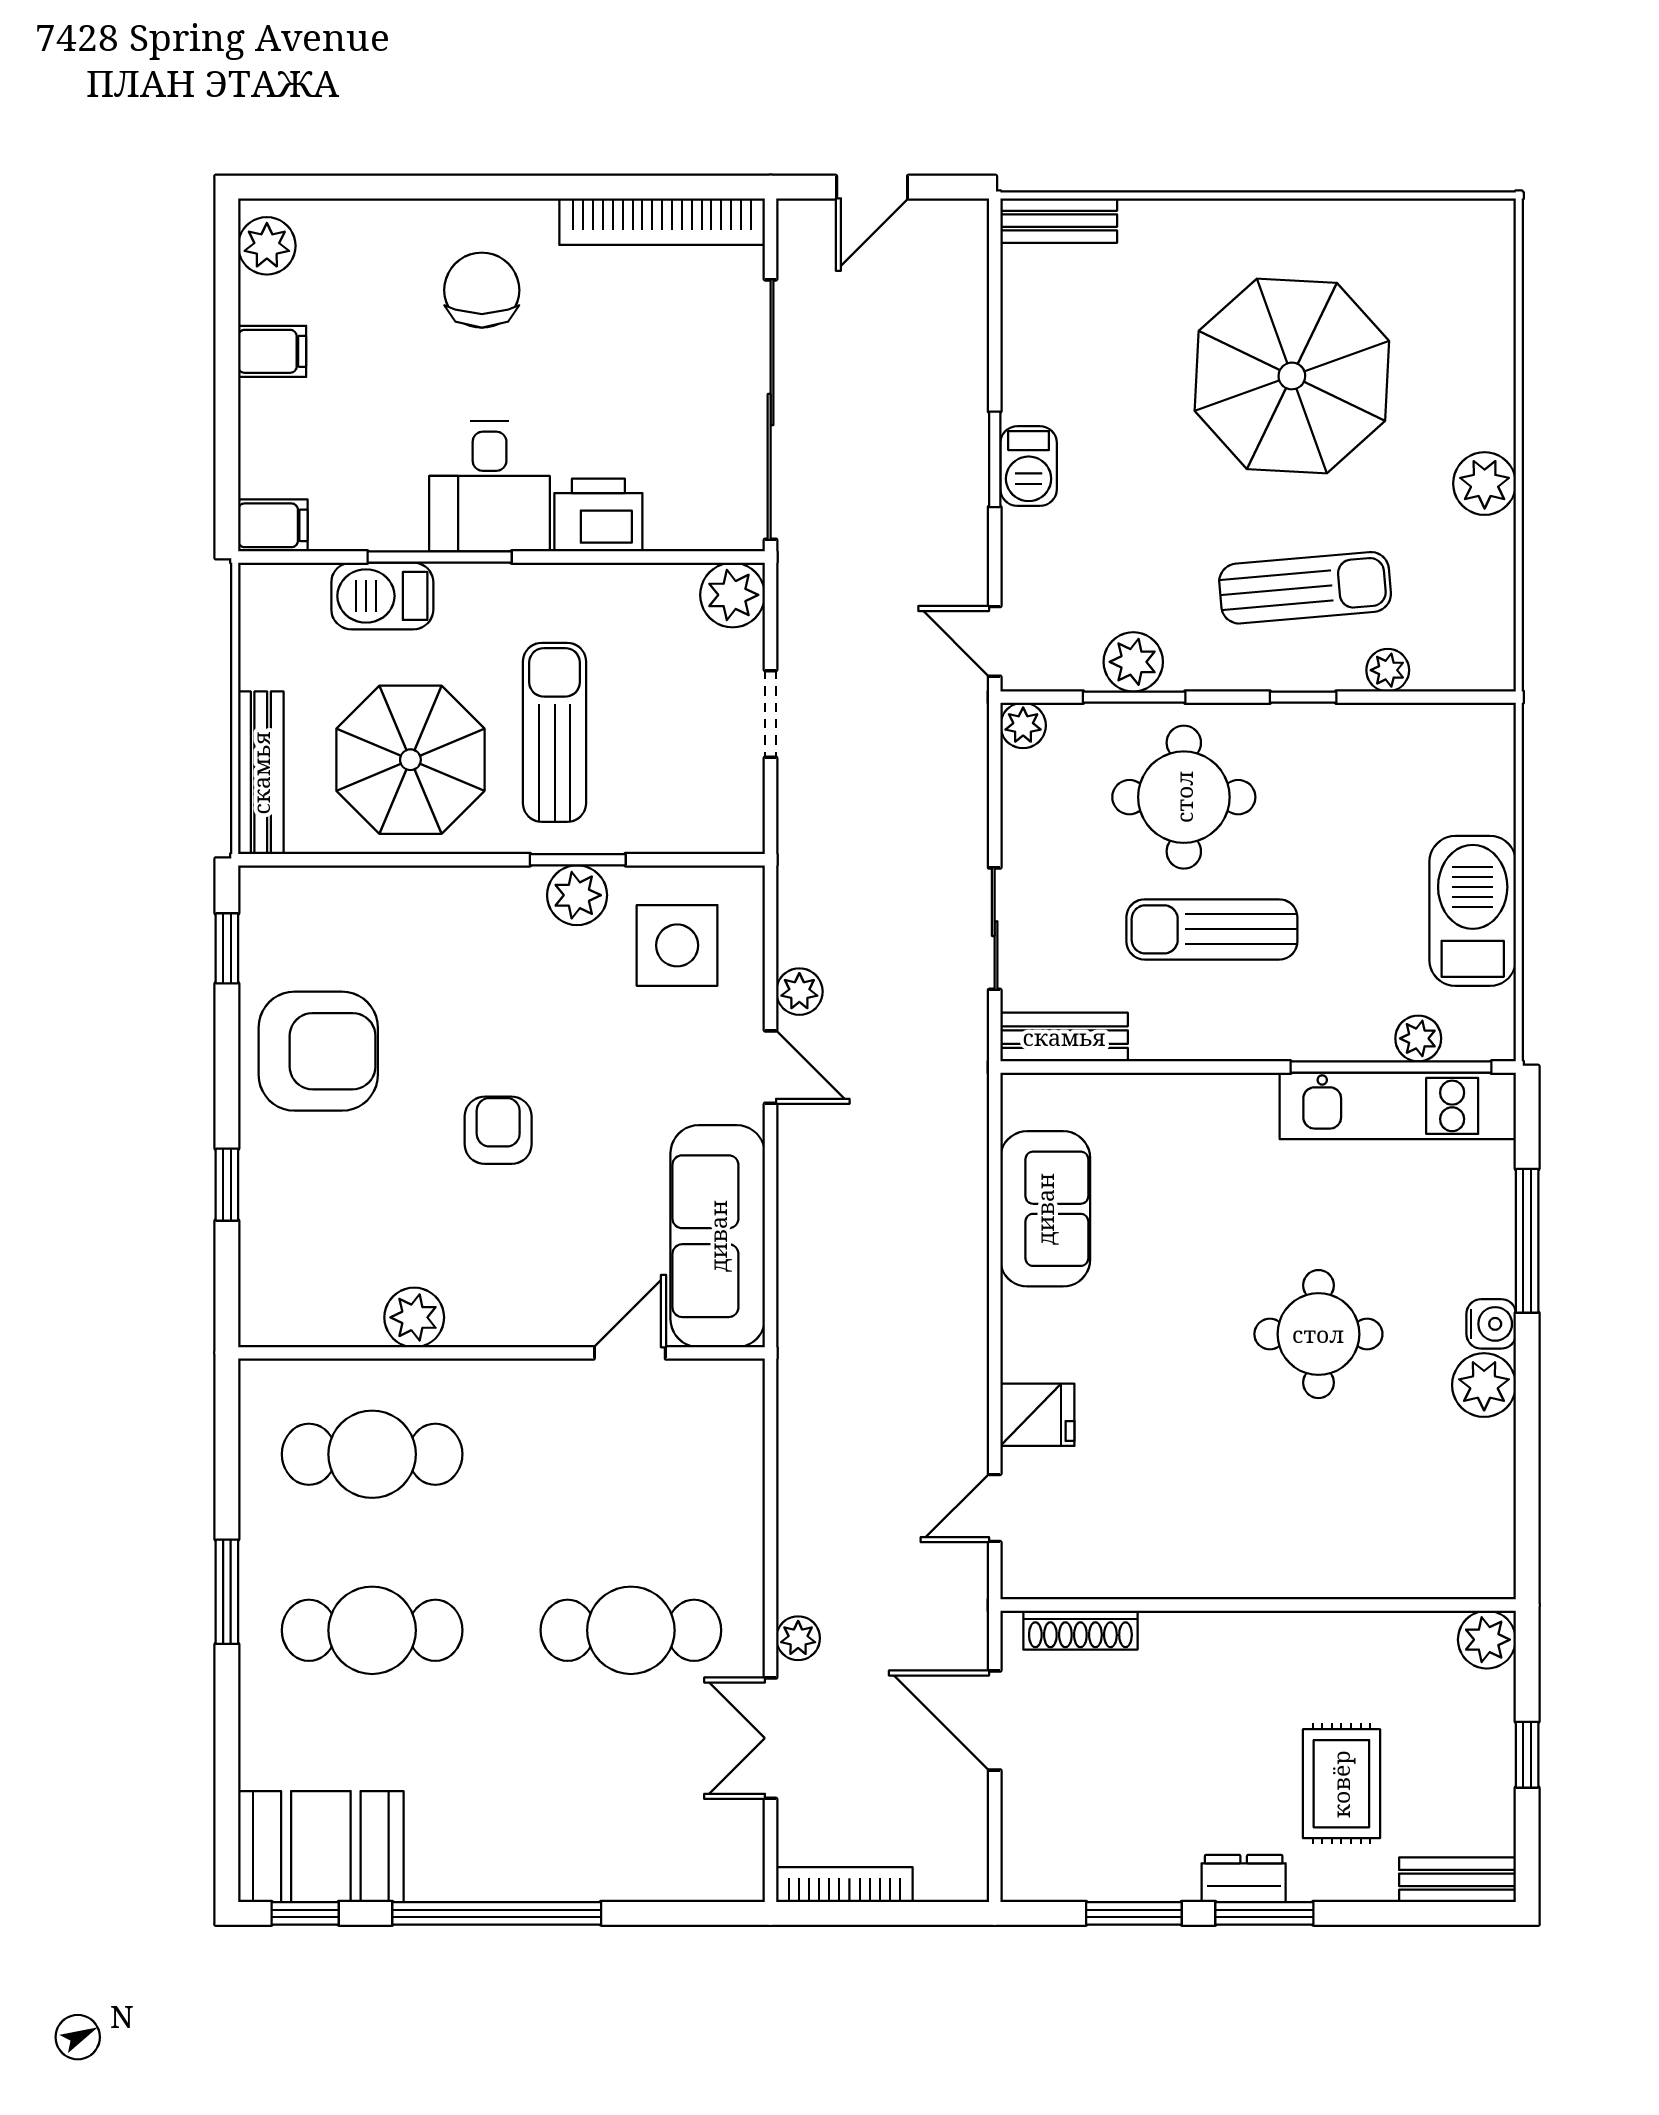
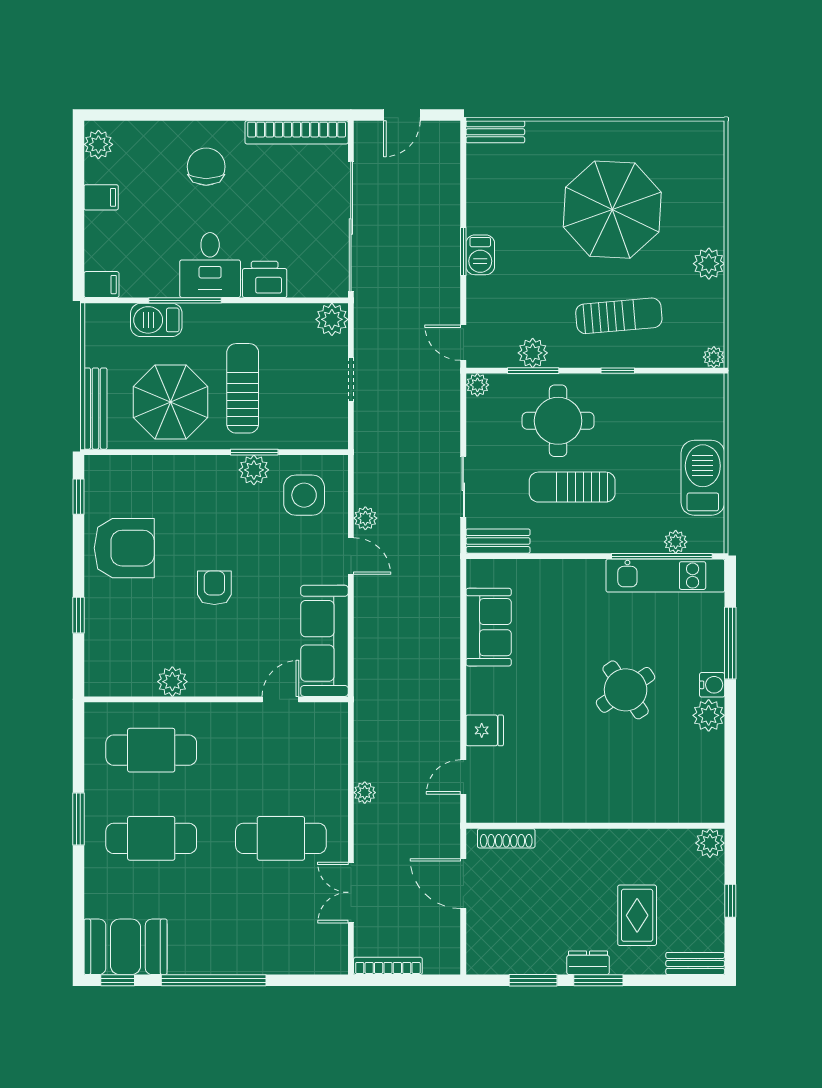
plant: (1388, 670) -> (714, 357), moved
round table: (1318, 1334) -> (626, 690), turned -34
plant: (798, 1638) -> (365, 793), moved

